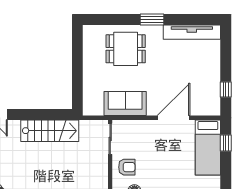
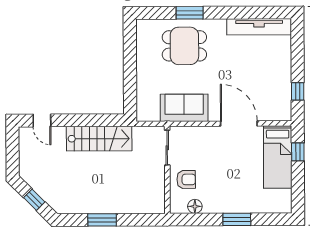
window: (152, 20) -> (190, 13), moved
door: (174, 118) -> (239, 124), hinge flipped

